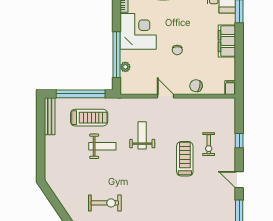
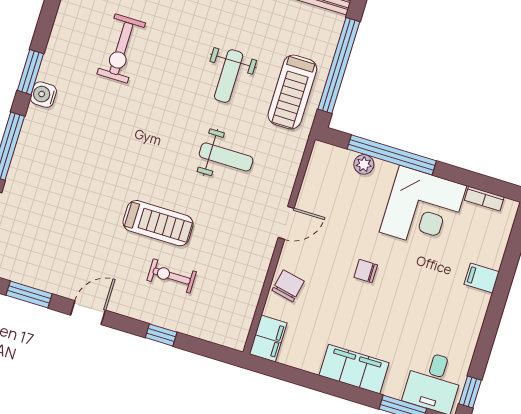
filing cabinet: (230, 88) -> (268, 339), width x2.00
treadmill: (89, 118) -> (292, 92), moved

